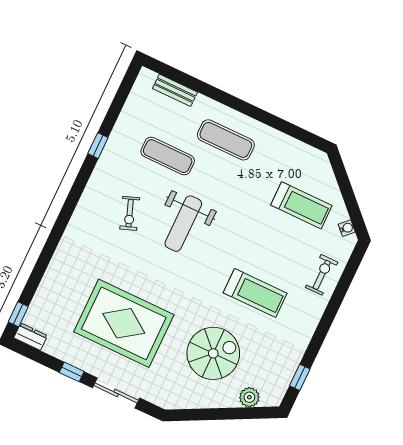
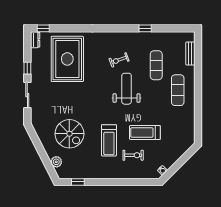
treadmill: (301, 205) -> (145, 132), moved, turned 90
weight bench: (183, 224) -> (127, 89), turned 90
exercise bike: (322, 275) -> (133, 155), moved
rug: (124, 323) -> (67, 59), moved

